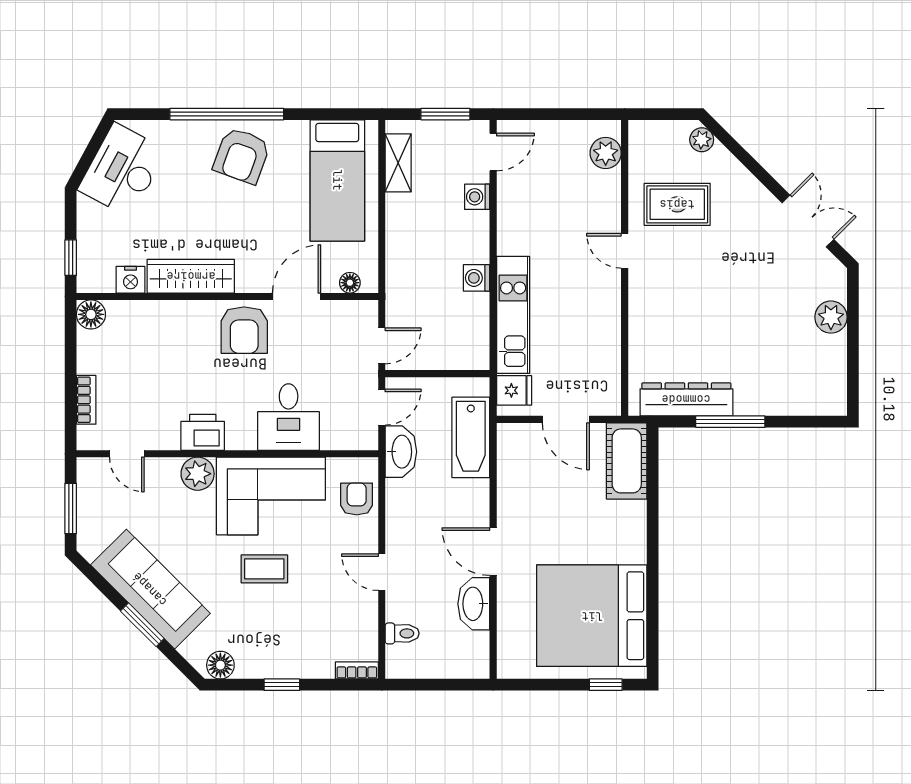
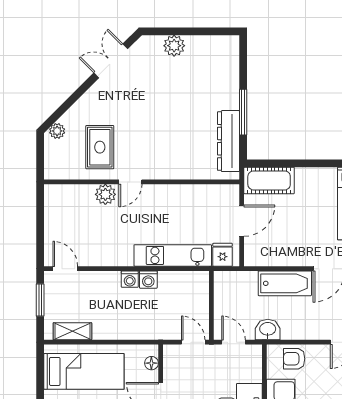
plant: (606, 153) -> (105, 194), moved
washing machine: (477, 197) -> (130, 279), moved
bathtub: (471, 437) -> (285, 283), moved
washbasin: (401, 452) -> (268, 329), width x0.72

